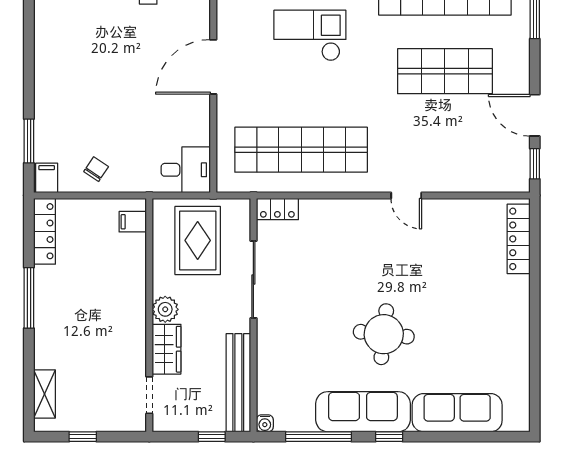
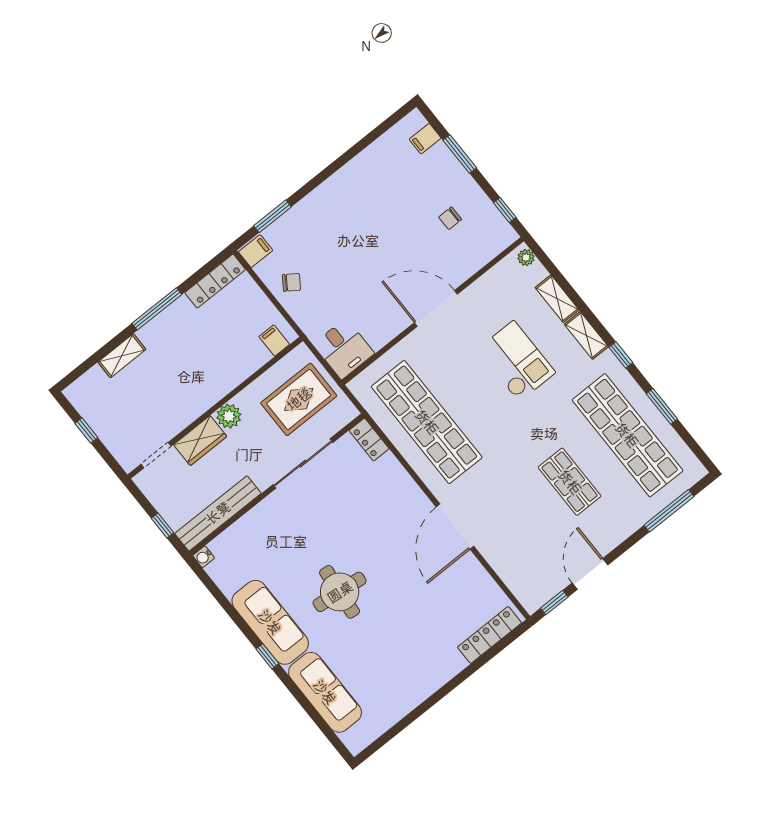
shop shelf: (445, 71) -> (570, 482), width x0.70, depth x0.74
door: (406, 195) -> (455, 527), width x1.88
shelving: (44, 394) -> (122, 356), moved
window: (318, 437) -> (226, 604), removed

